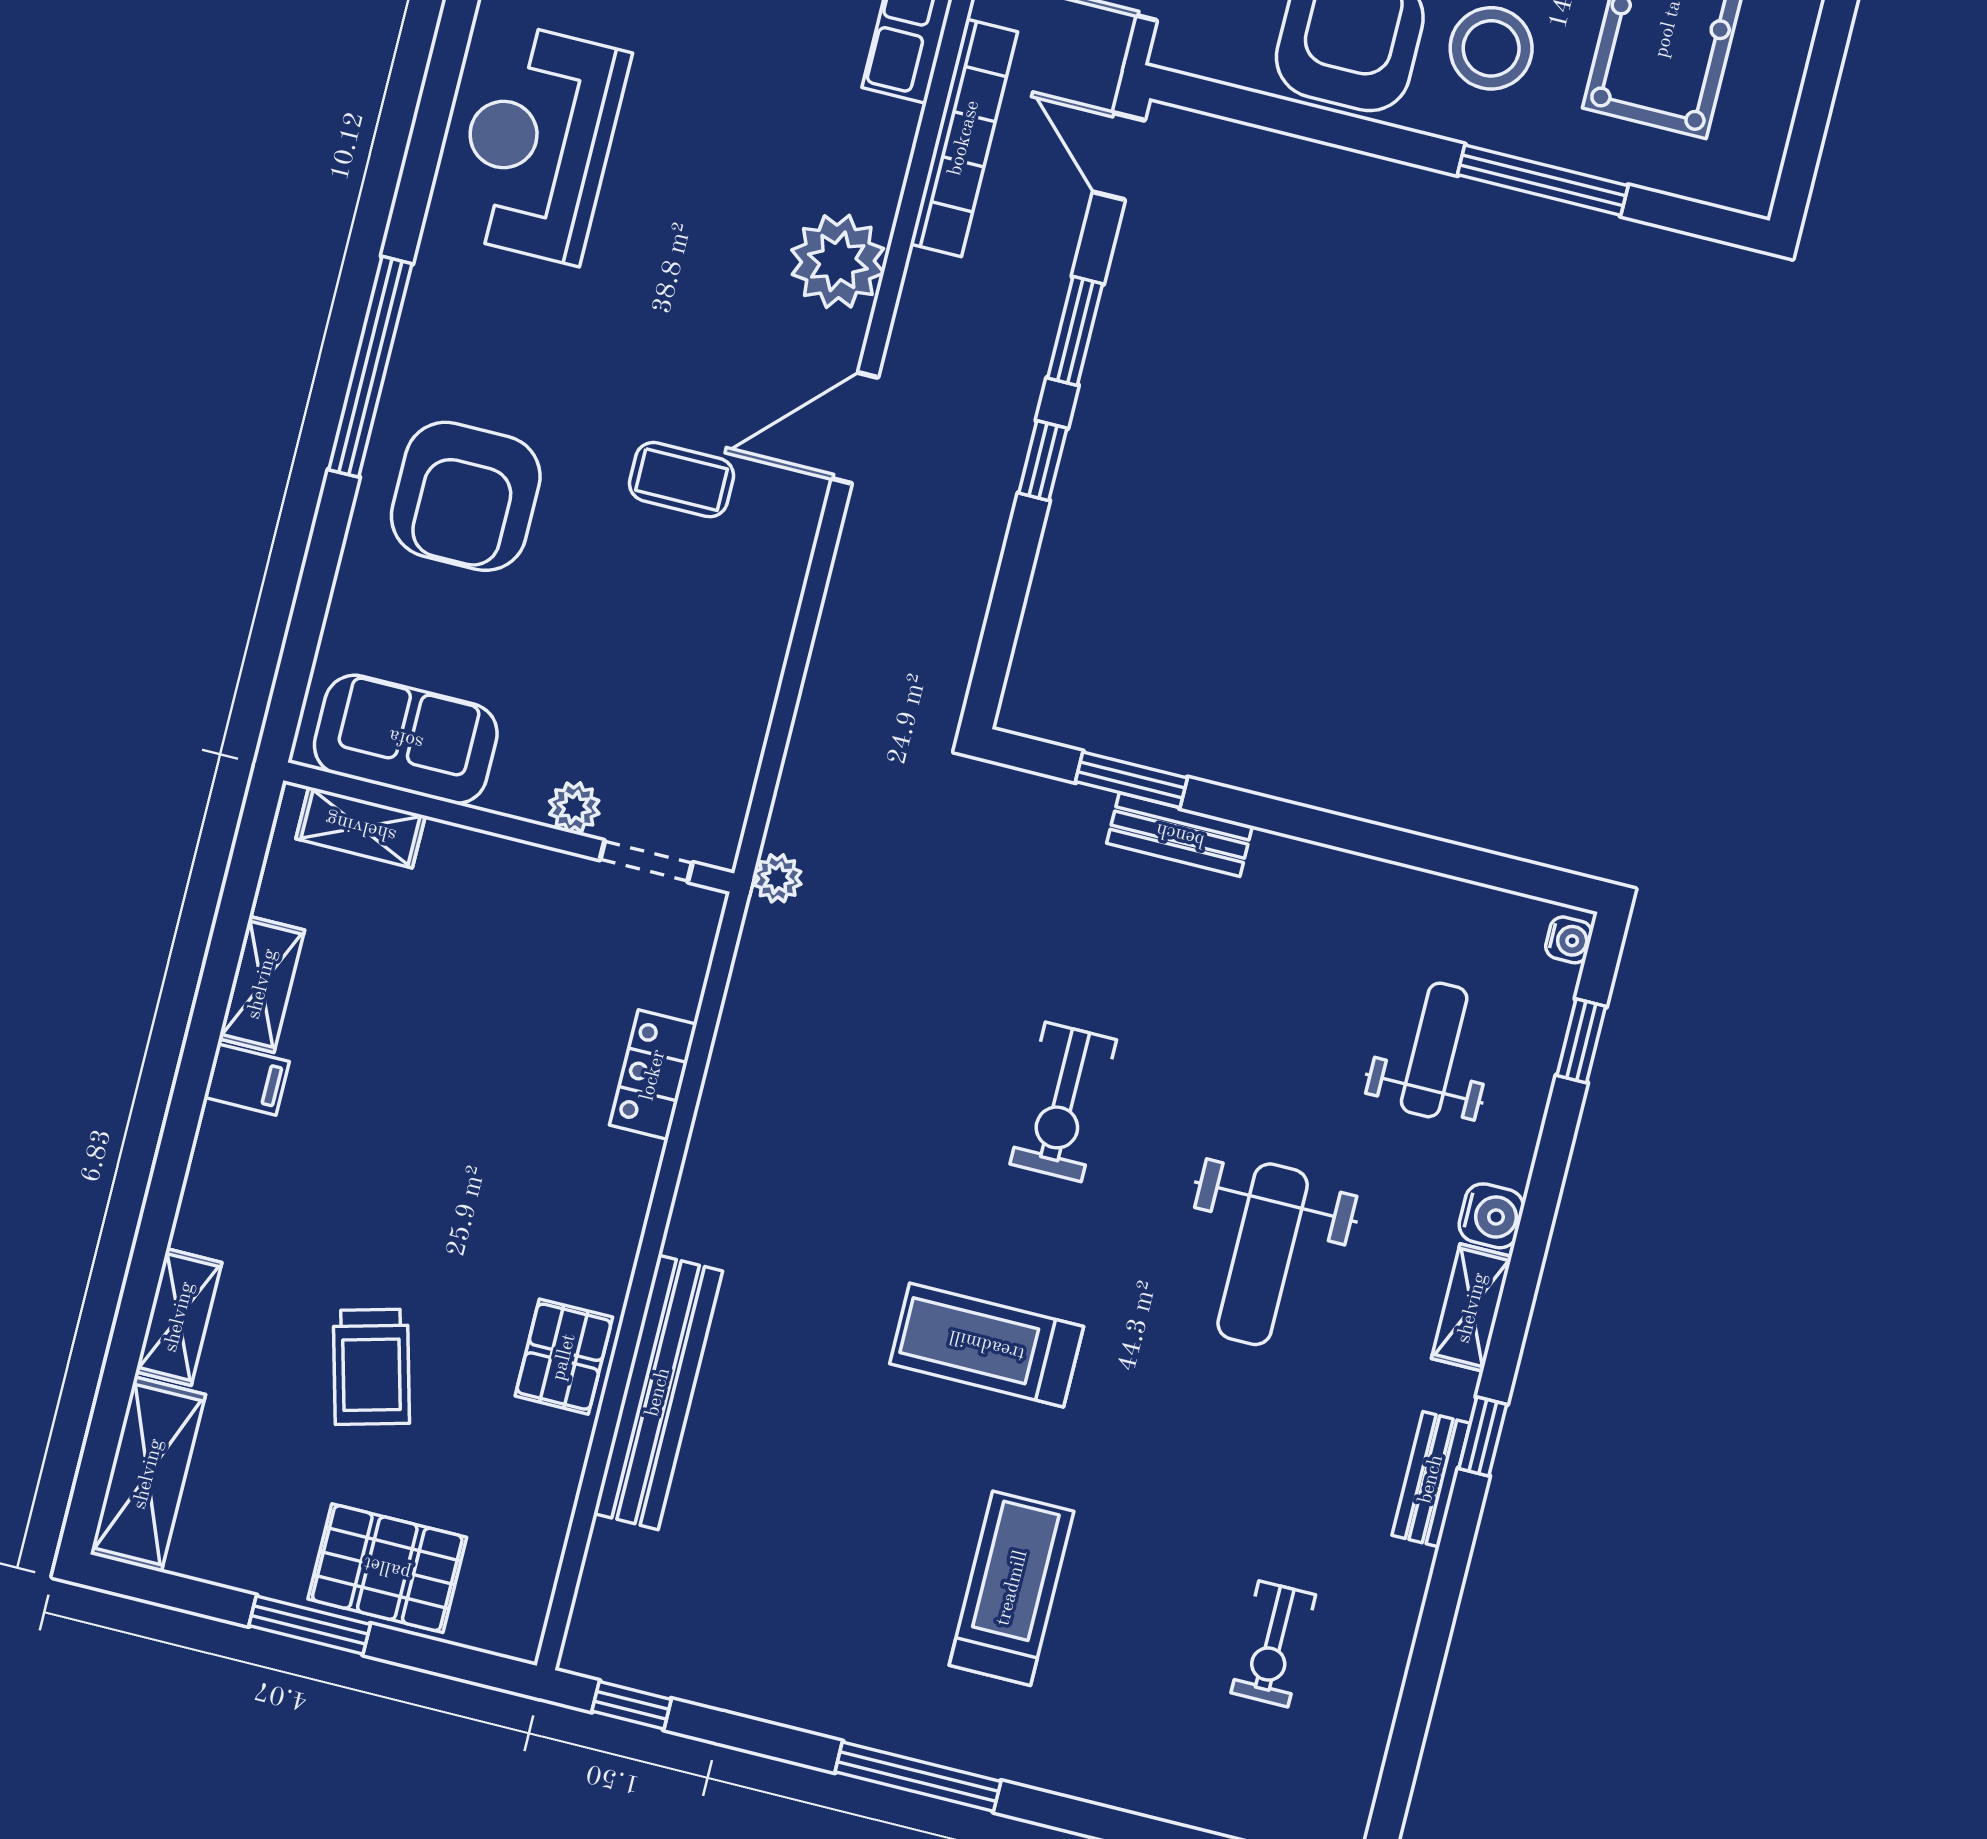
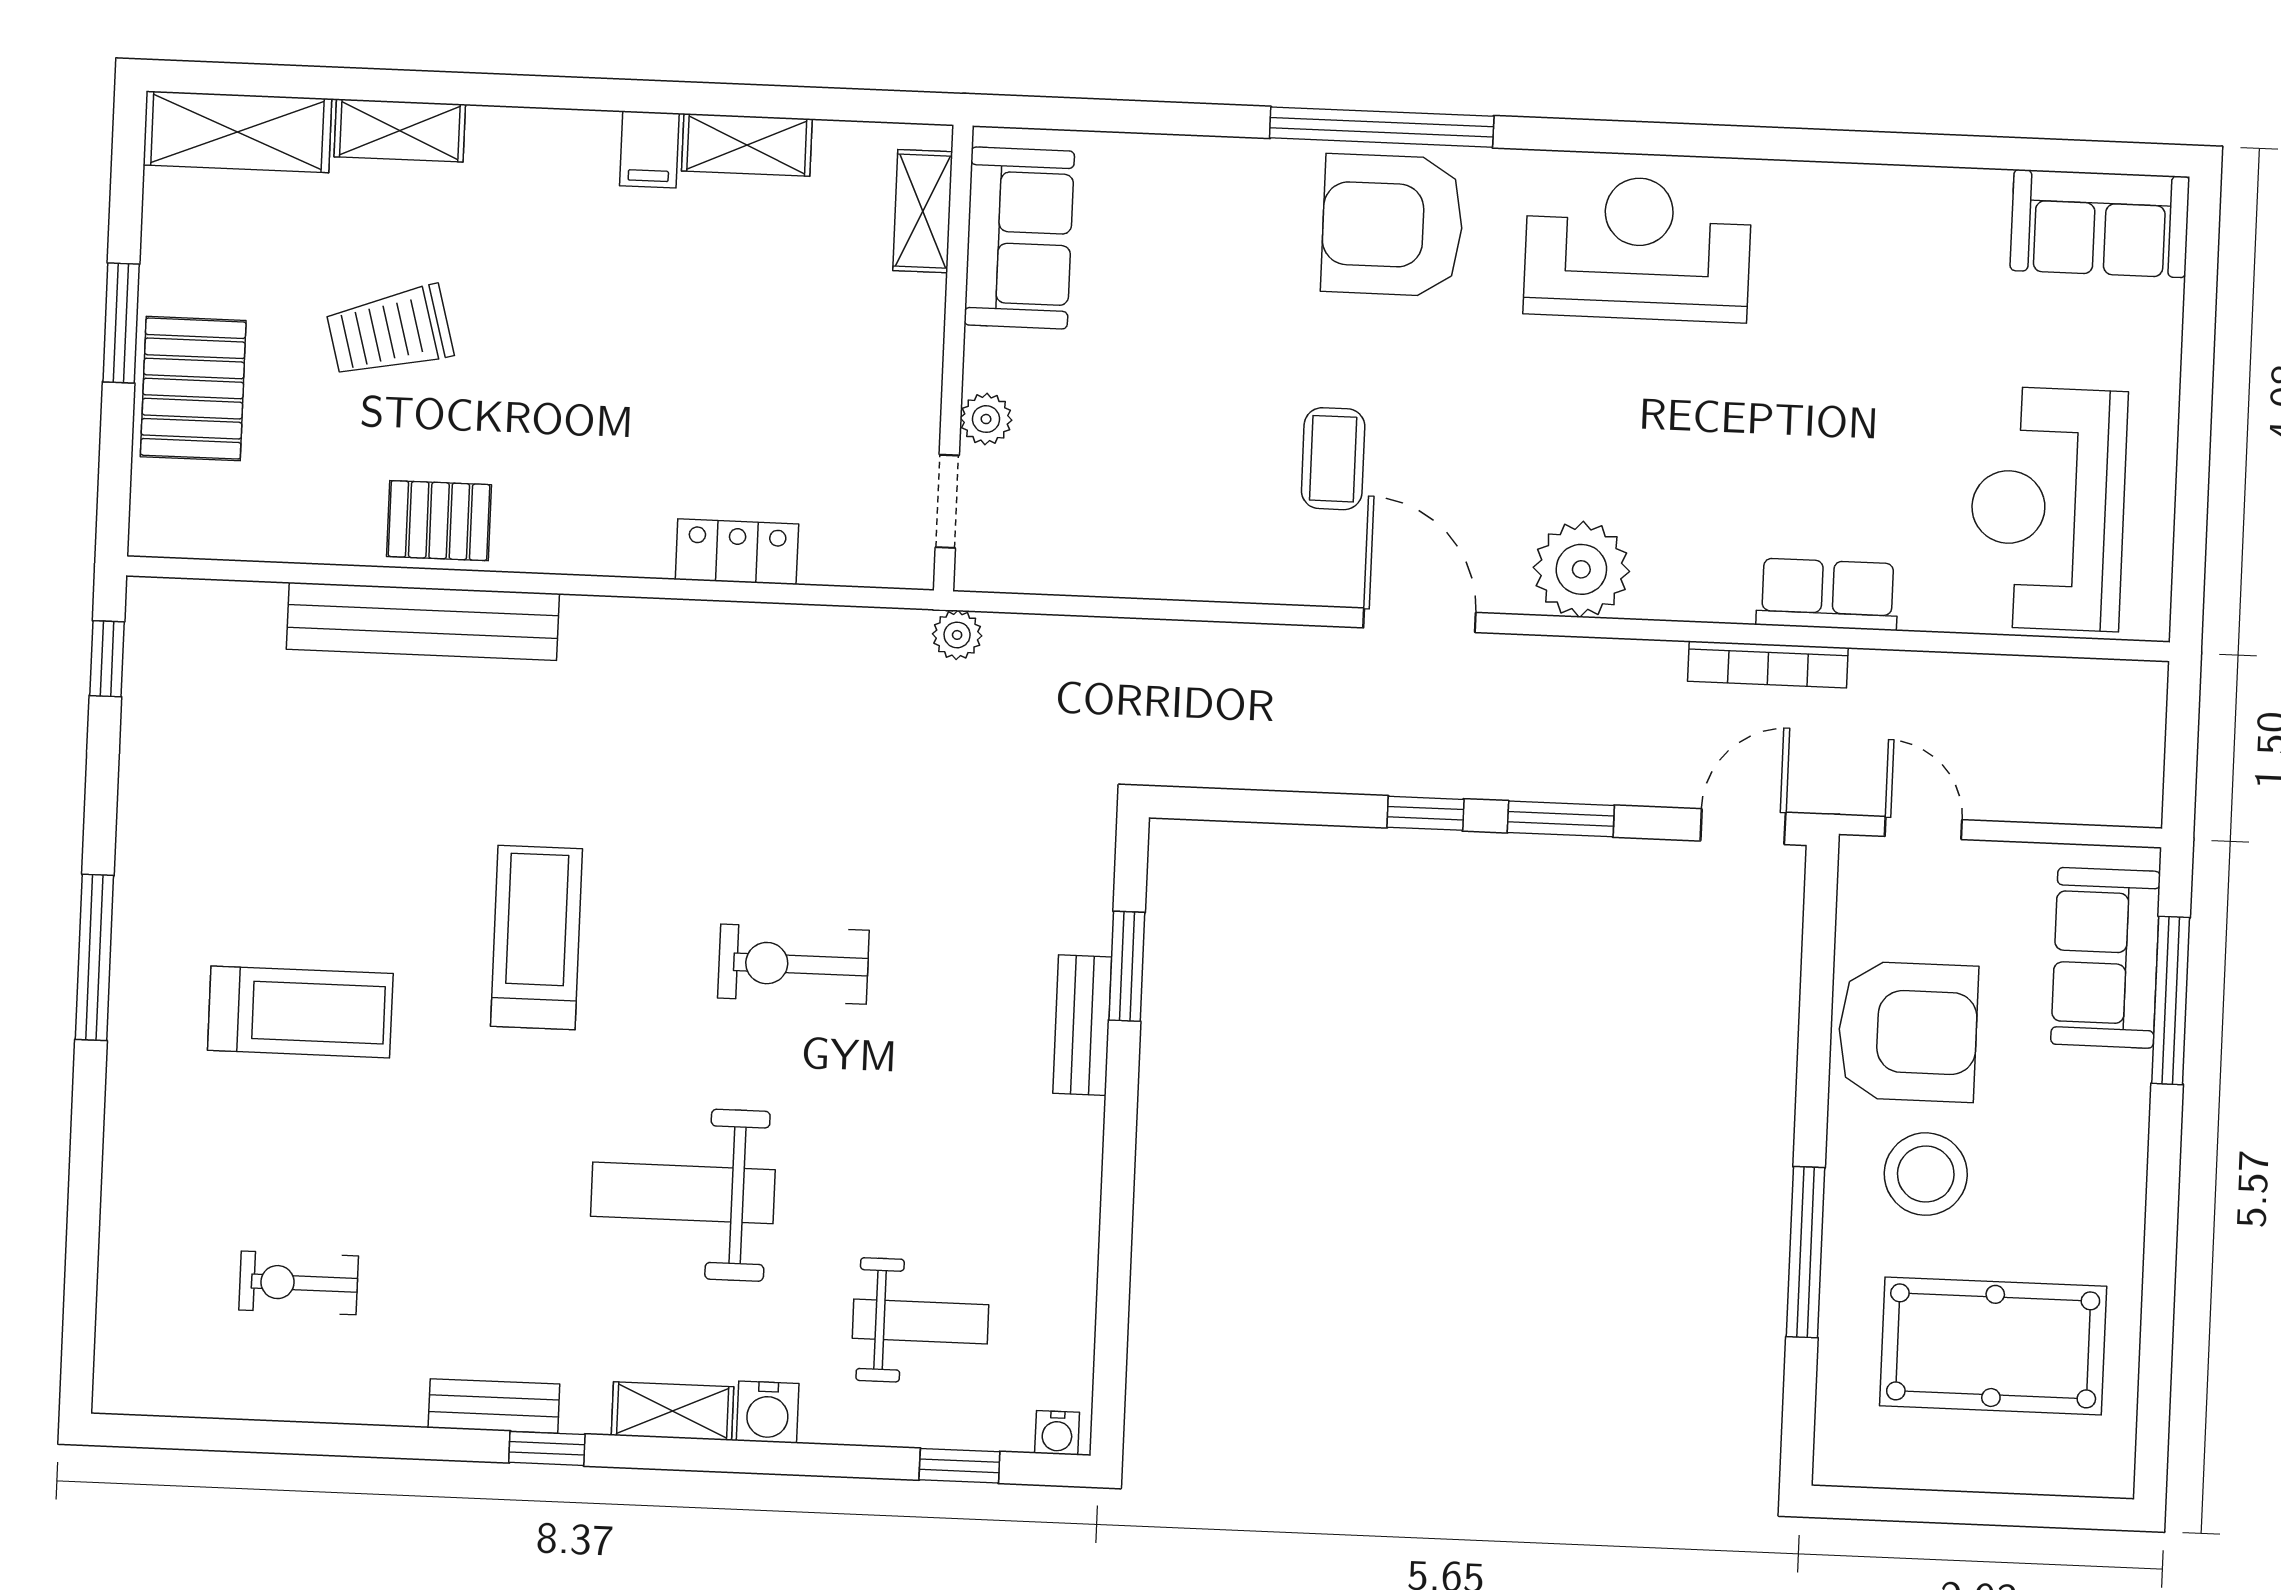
bookcase: (964, 138) -> (1768, 664), width x0.68, depth x0.76
armchair: (466, 496) -> (1392, 225), moved

